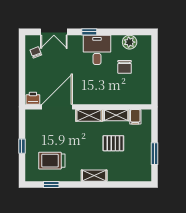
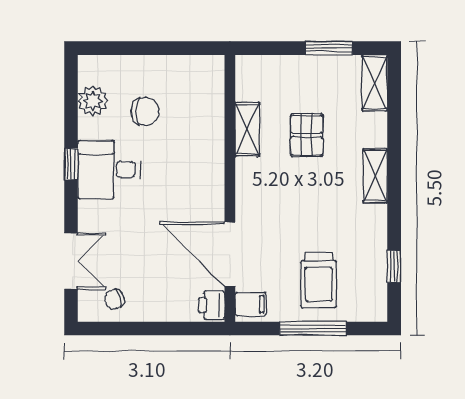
window: (89, 32) -> (71, 164), moved
shelving: (89, 115) -> (375, 83), moved
filing cabinet: (135, 117) -> (251, 304), moved
window: (22, 146) -> (313, 328), width x2.17
trolley: (52, 161) -> (319, 280), moved

